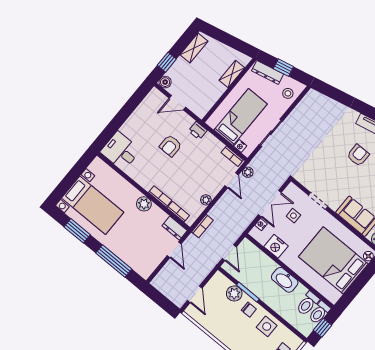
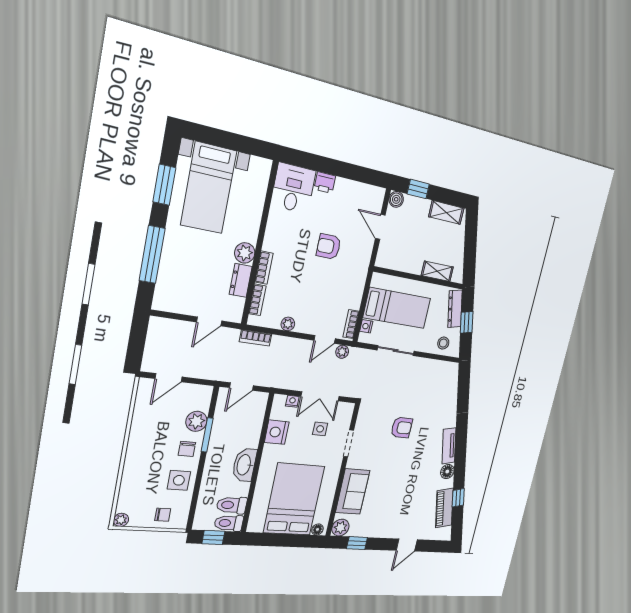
printer: (198, 131) -> (325, 183), moved, turned -90
armchair: (358, 155) -> (402, 428), moved
dresser: (175, 228) -> (241, 280), moved

